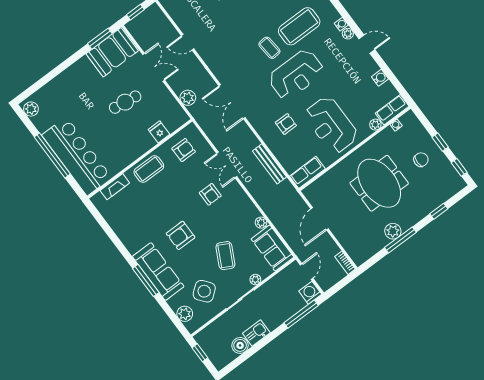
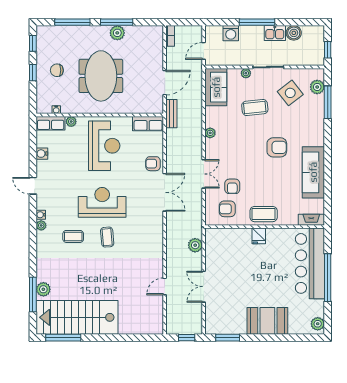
coffee table: (299, 26) -> (73, 236), width x0.54, depth x0.58
plant: (348, 34) -> (41, 225), moved
door: (188, 42) -> (165, 286), swing flipped
booth: (112, 52) -> (267, 321), moved
cafe table: (125, 102) -> (244, 277), removed
double door: (232, 102) -> (165, 192), moved
armchair: (286, 124) -> (153, 164), moved
fridge: (159, 132) -> (259, 236), moved
bench: (270, 164) -> (171, 114), moved, width x0.73
fireplace: (115, 187) -> (311, 220), moved
armchair: (210, 194) -> (232, 186), moved, turned 180
window: (439, 211) -> (72, 22), width x2.17
plant: (261, 223) -> (210, 133), moved
coffee table: (225, 256) -> (255, 108), turned 57
sofa: (158, 272) -> (313, 172), moved
window: (146, 280) -> (328, 102), moved
washing machine: (310, 293) -> (231, 33), moved
window: (301, 314) -> (257, 22), moved

